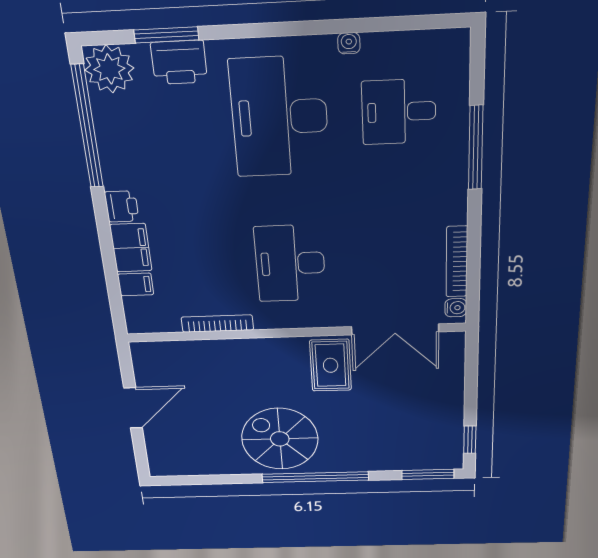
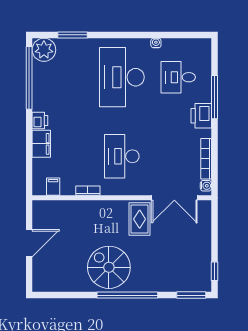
printer: (179, 62) -> (201, 116), moved, turned 90
filing cabinet: (136, 284) -> (53, 187), moved, turned -90
bookcase: (217, 324) -> (88, 191), width x0.64

